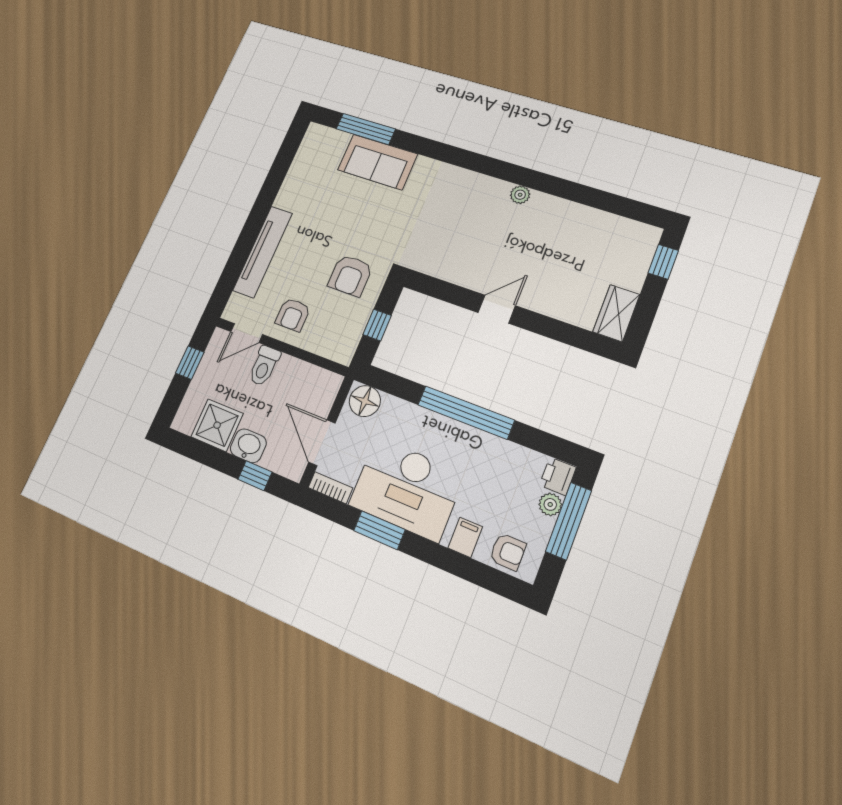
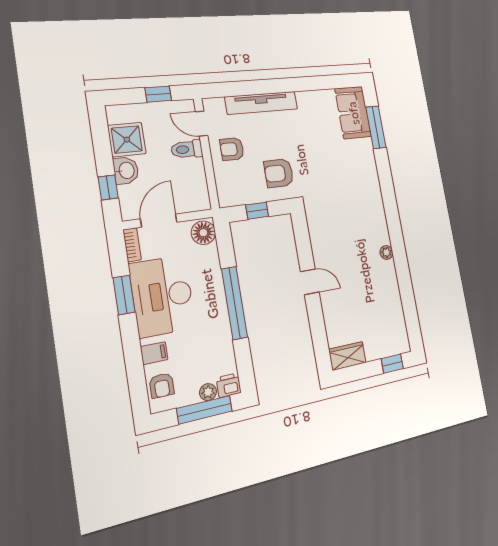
sofa: (377, 162) -> (353, 113), moved

